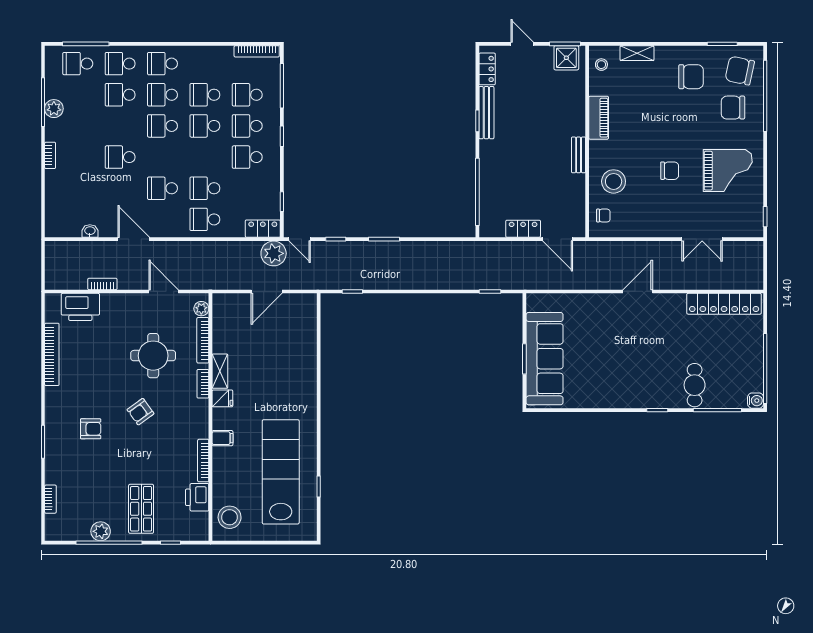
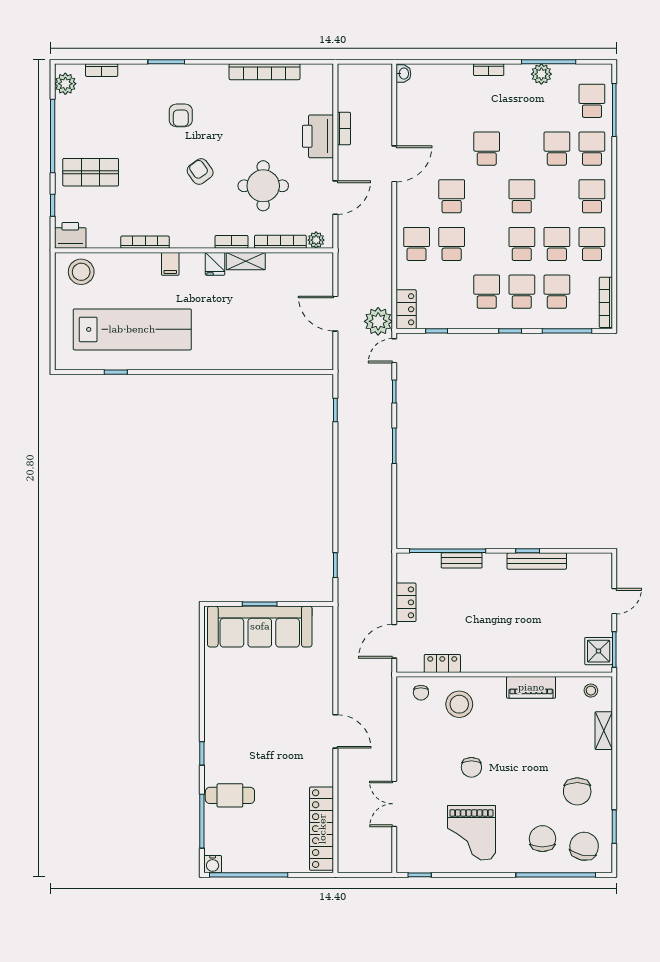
locker: (487, 69) -> (442, 663), moved, turned 180
school desk: (162, 95) -> (592, 244), moved
bench: (579, 155) -> (462, 560), moved
washbasin: (90, 231) -> (403, 74), moved
printer: (80, 307) -> (318, 136), moved
printer: (197, 497) -> (70, 235), moved
plant: (101, 531) -> (65, 84), moved

